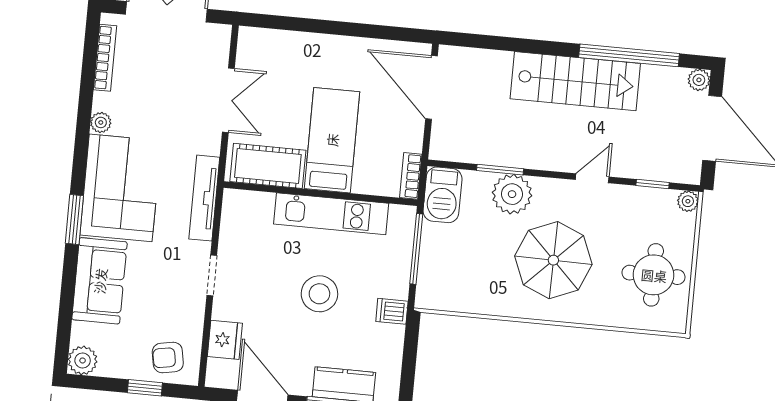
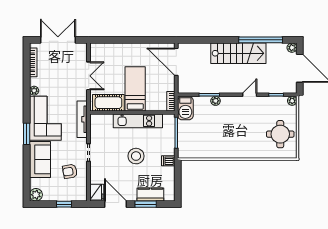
plant: (512, 194) -> (216, 101), width x0.53, depth x0.53
parasol: (553, 260) -> (236, 132), removed
fridge: (225, 340) -> (97, 192), moved
armchair: (168, 357) -> (70, 171), moved

